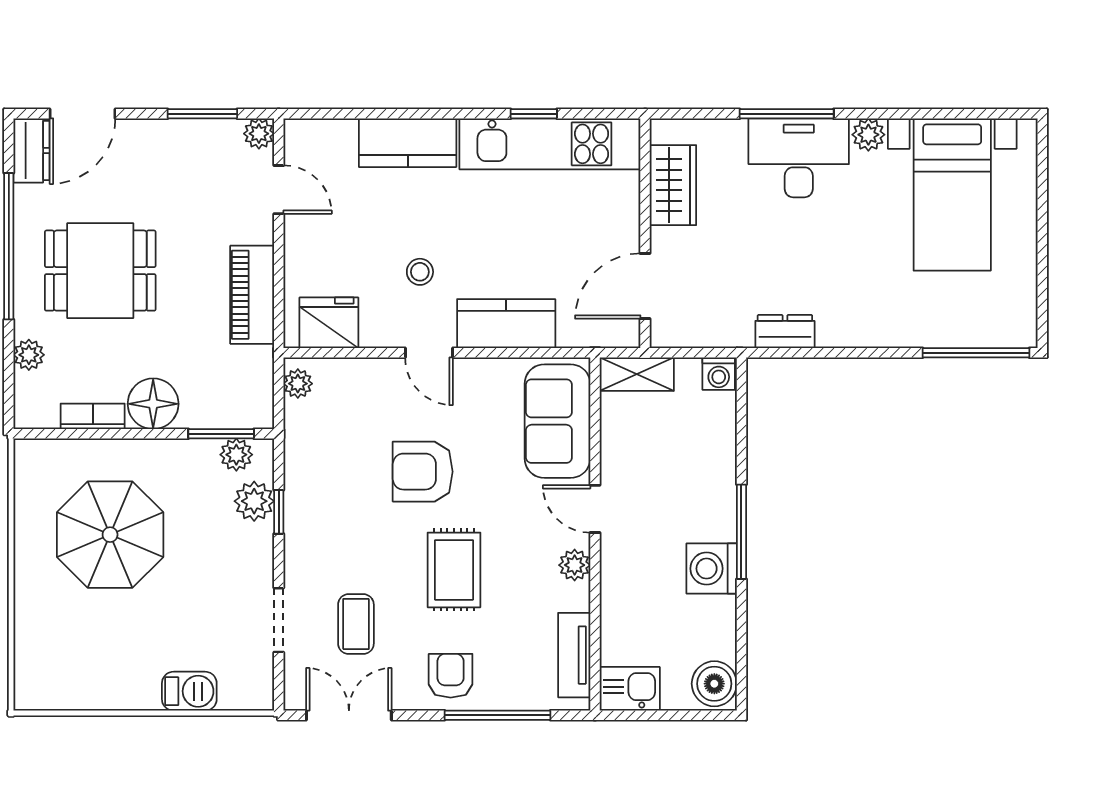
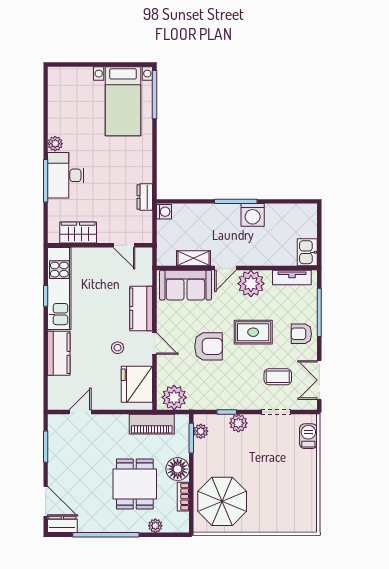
plant: (259, 134) -> (55, 421), removed
bed with nightstands: (952, 195) -> (123, 101), moved, turned 90
dining table: (100, 271) -> (135, 484), moved
door: (645, 286) -> (124, 245), width x0.73
piano: (252, 295) -> (152, 424), moved
fridge: (329, 323) -> (137, 384), width x1.36, depth x1.34
dresser: (785, 332) -> (145, 197), moved
door: (429, 353) -> (154, 344), hinge flipped
shelving: (637, 374) -> (194, 258), moved, turned 90
plant: (298, 384) -> (174, 397), width x1.88, depth x1.88
armchair: (423, 472) -> (208, 346), turned -90
plant: (254, 501) -> (238, 423), moved
parasol: (110, 535) -> (222, 501), moved
plant: (575, 565) -> (251, 284), width x1.87, depth x1.87
boiler: (714, 684) -> (305, 214), removed
barbecue: (189, 691) -> (308, 436), moved

